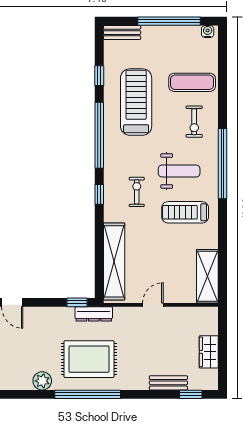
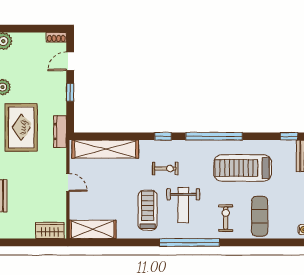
window: (99, 76) -> (289, 136), moved
treadmill: (136, 102) -> (243, 168), turned 180
exercise bike: (194, 122) -> (226, 218), turned 90
window: (77, 302) -> (70, 92), moved
wardrobe: (209, 352) -> (50, 231), moved

